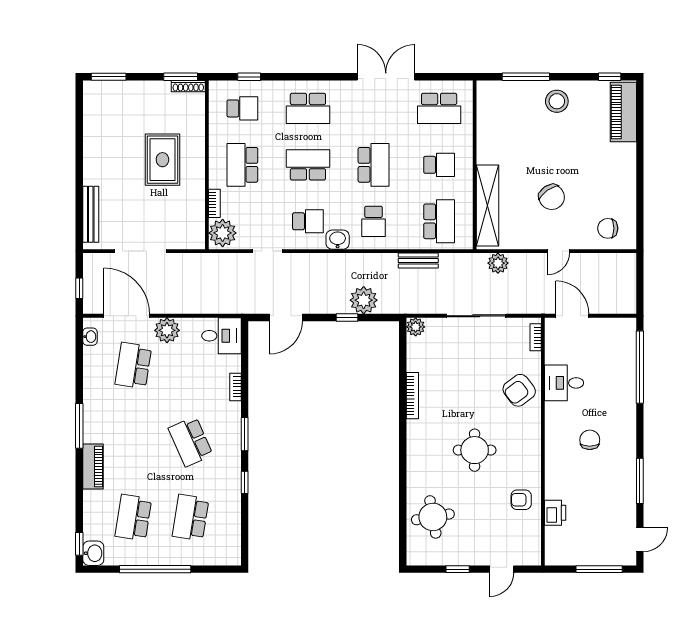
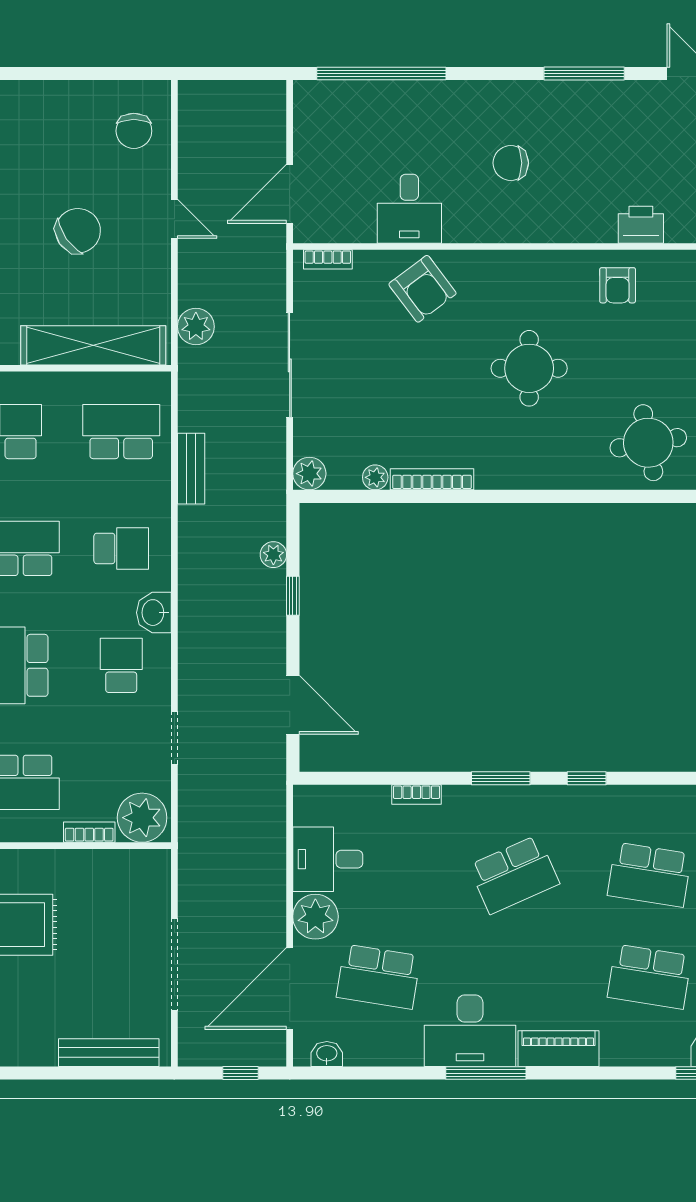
plant: (364, 300) -> (273, 555), width x0.53, depth x0.53
desk: (221, 336) -> (328, 859), moved, turned -90
plant: (413, 364) -> (375, 477), added
desk: (103, 417) -> (470, 1031), added

